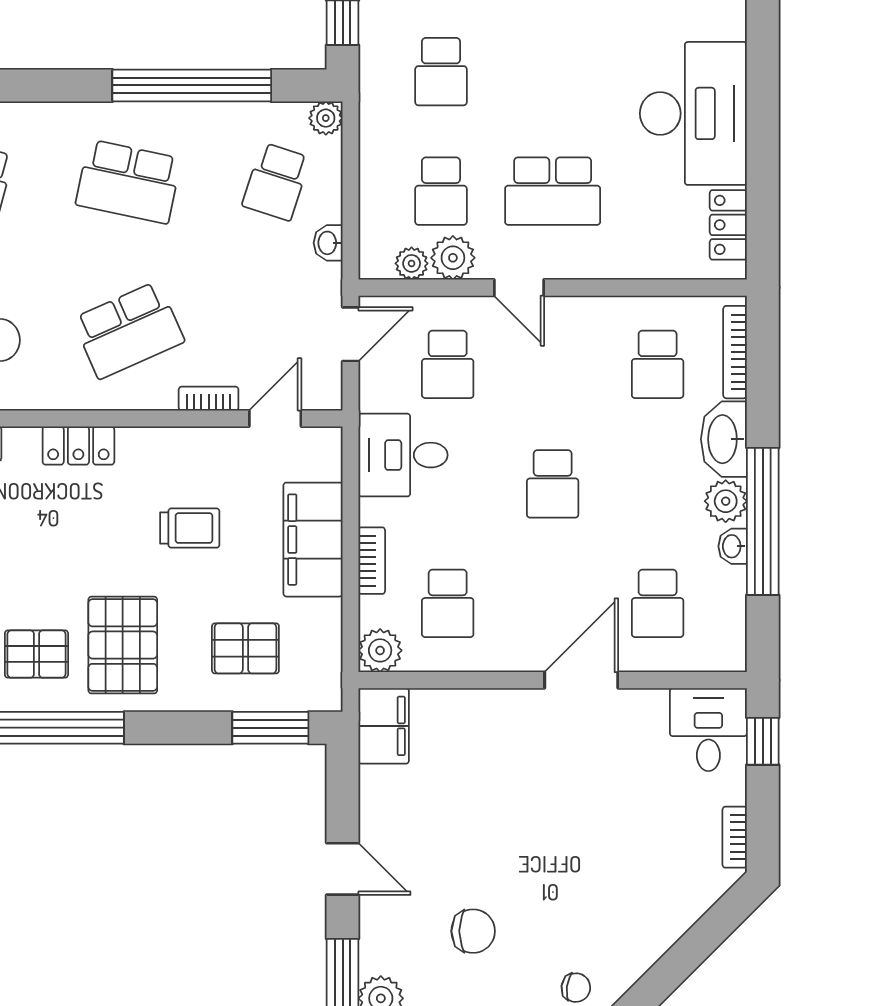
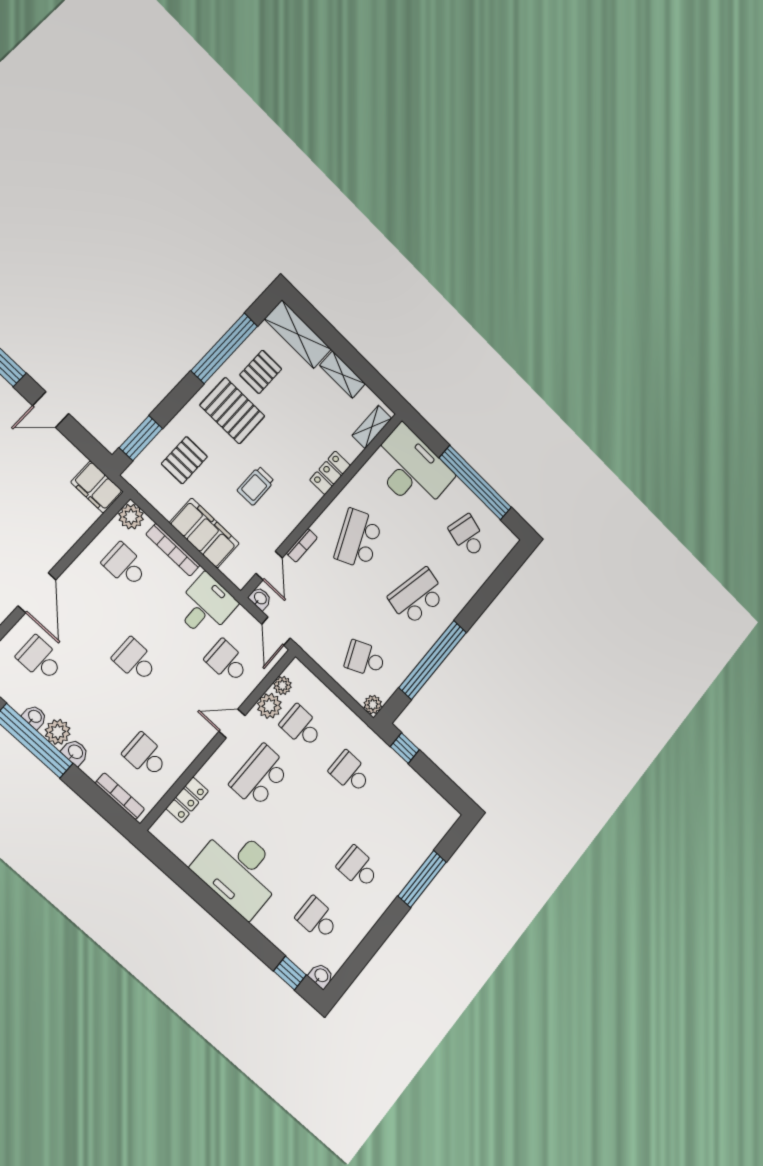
school desk: (276, 182) -> (365, 659), turned -42
locker: (728, 225) -> (187, 800), moved, turned 90
washbasin: (328, 243) -> (260, 598), moved
washbasin: (724, 439) -> (75, 752), width x0.52, depth x0.69
bookcase: (372, 561) -> (173, 550), width x1.56

